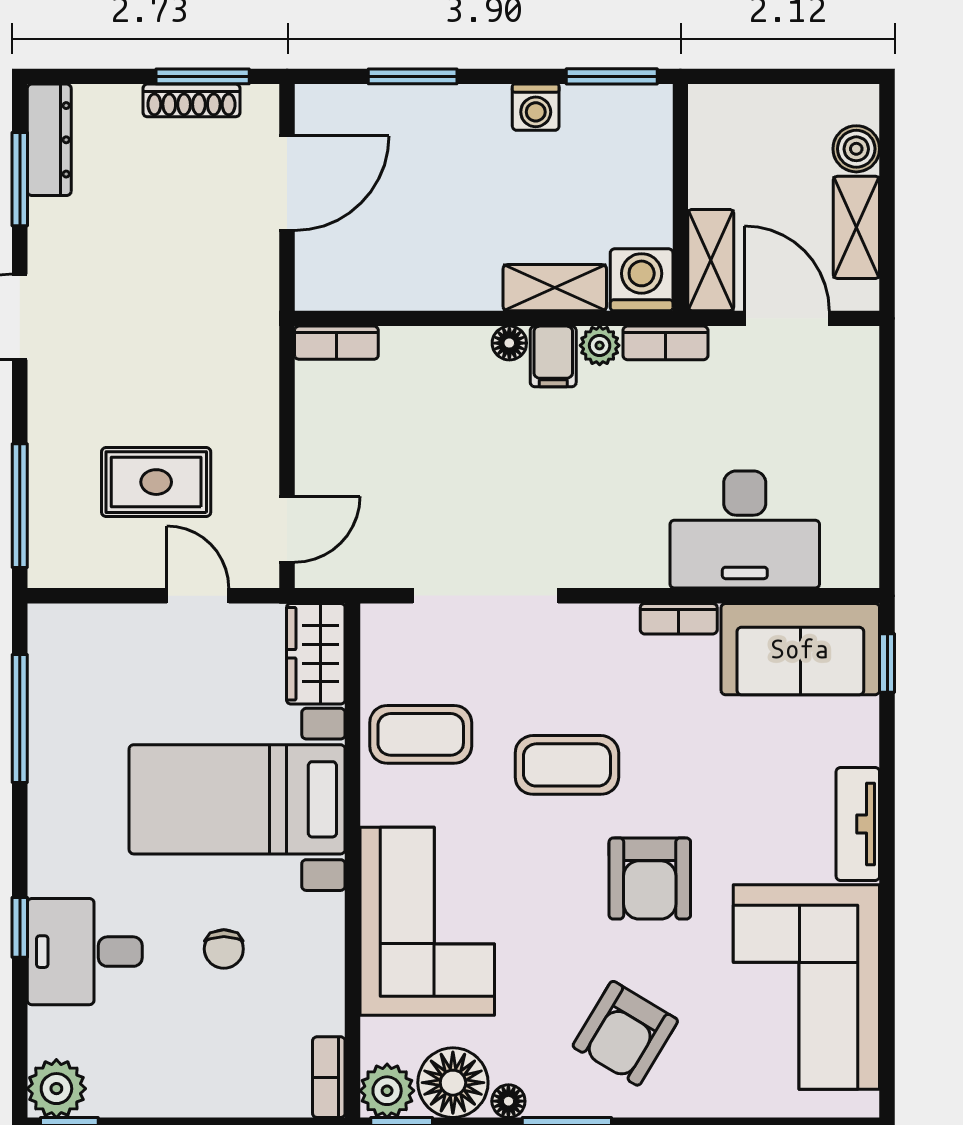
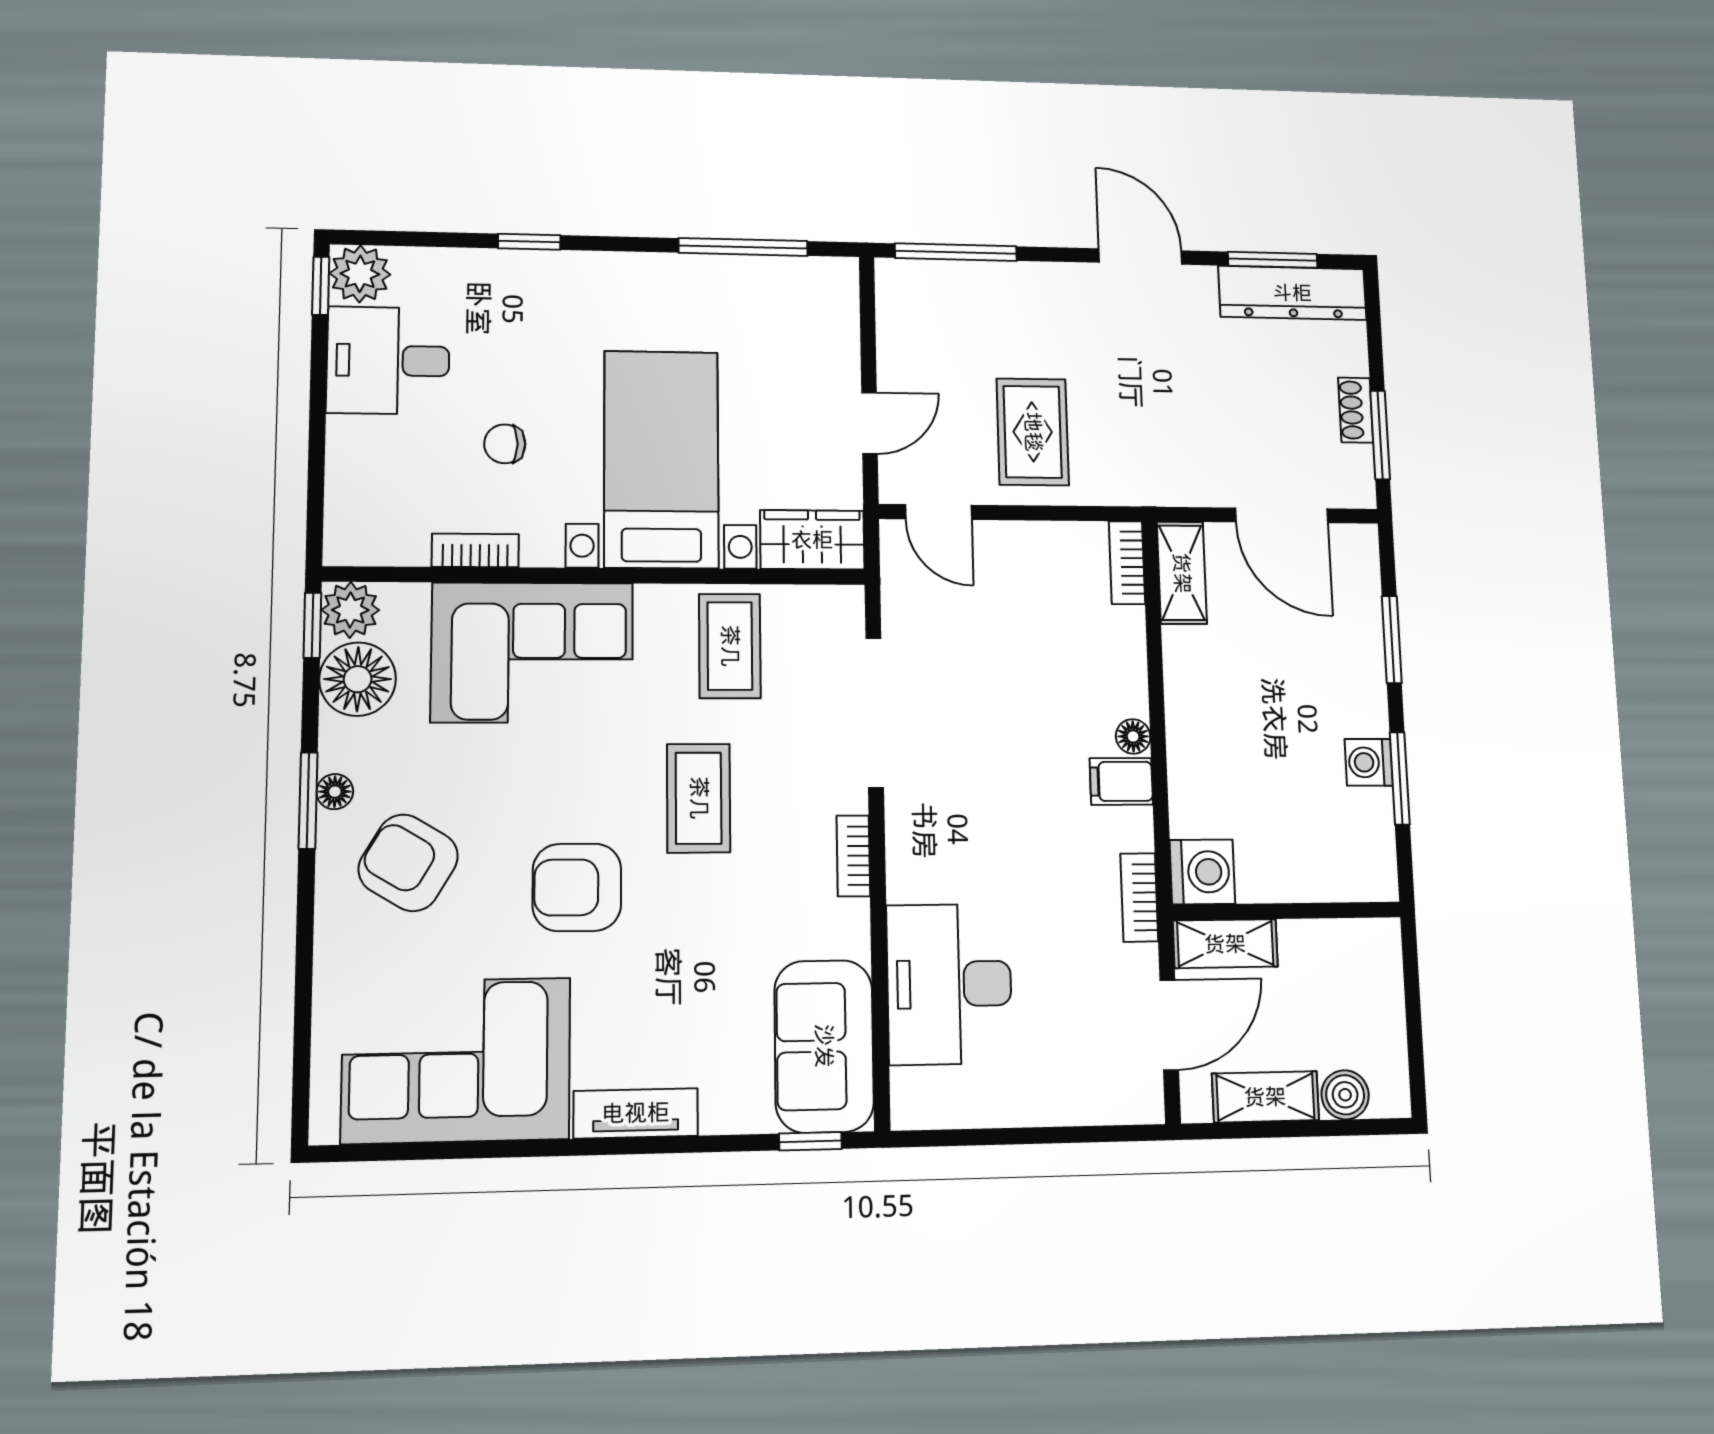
window: (612, 76) -> (1400, 778), moved
shoe rack: (191, 100) -> (1356, 410), width x0.70
dresser: (49, 140) -> (1292, 293), width x1.37, depth x1.24
shelving: (555, 288) -> (1182, 573), moved
plant: (600, 345) -> (1134, 829), removed
rug: (156, 482) -> (1033, 432), moved
bookcase: (679, 619) -> (853, 856), moved
desk: (85, 952) -> (388, 360), moved, turned -90
bookcase: (329, 1077) -> (475, 550), moved
floor lamp: (508, 1101) -> (335, 792), moved

